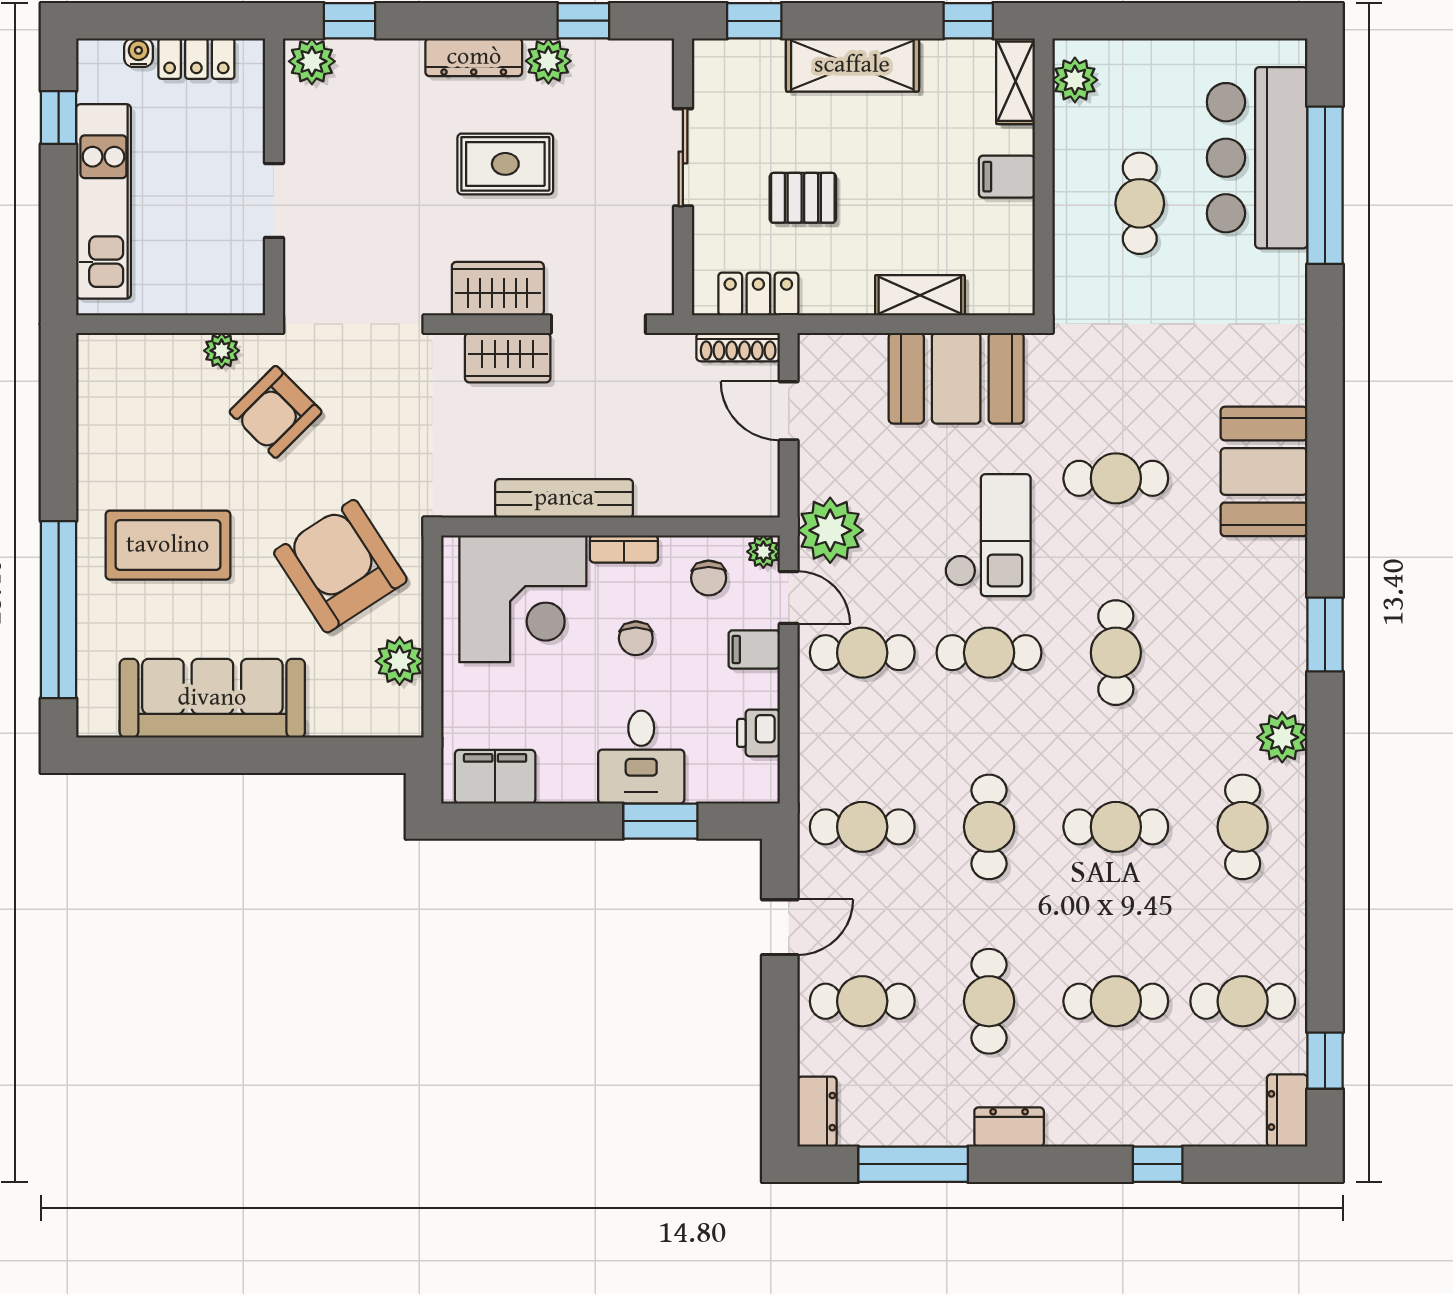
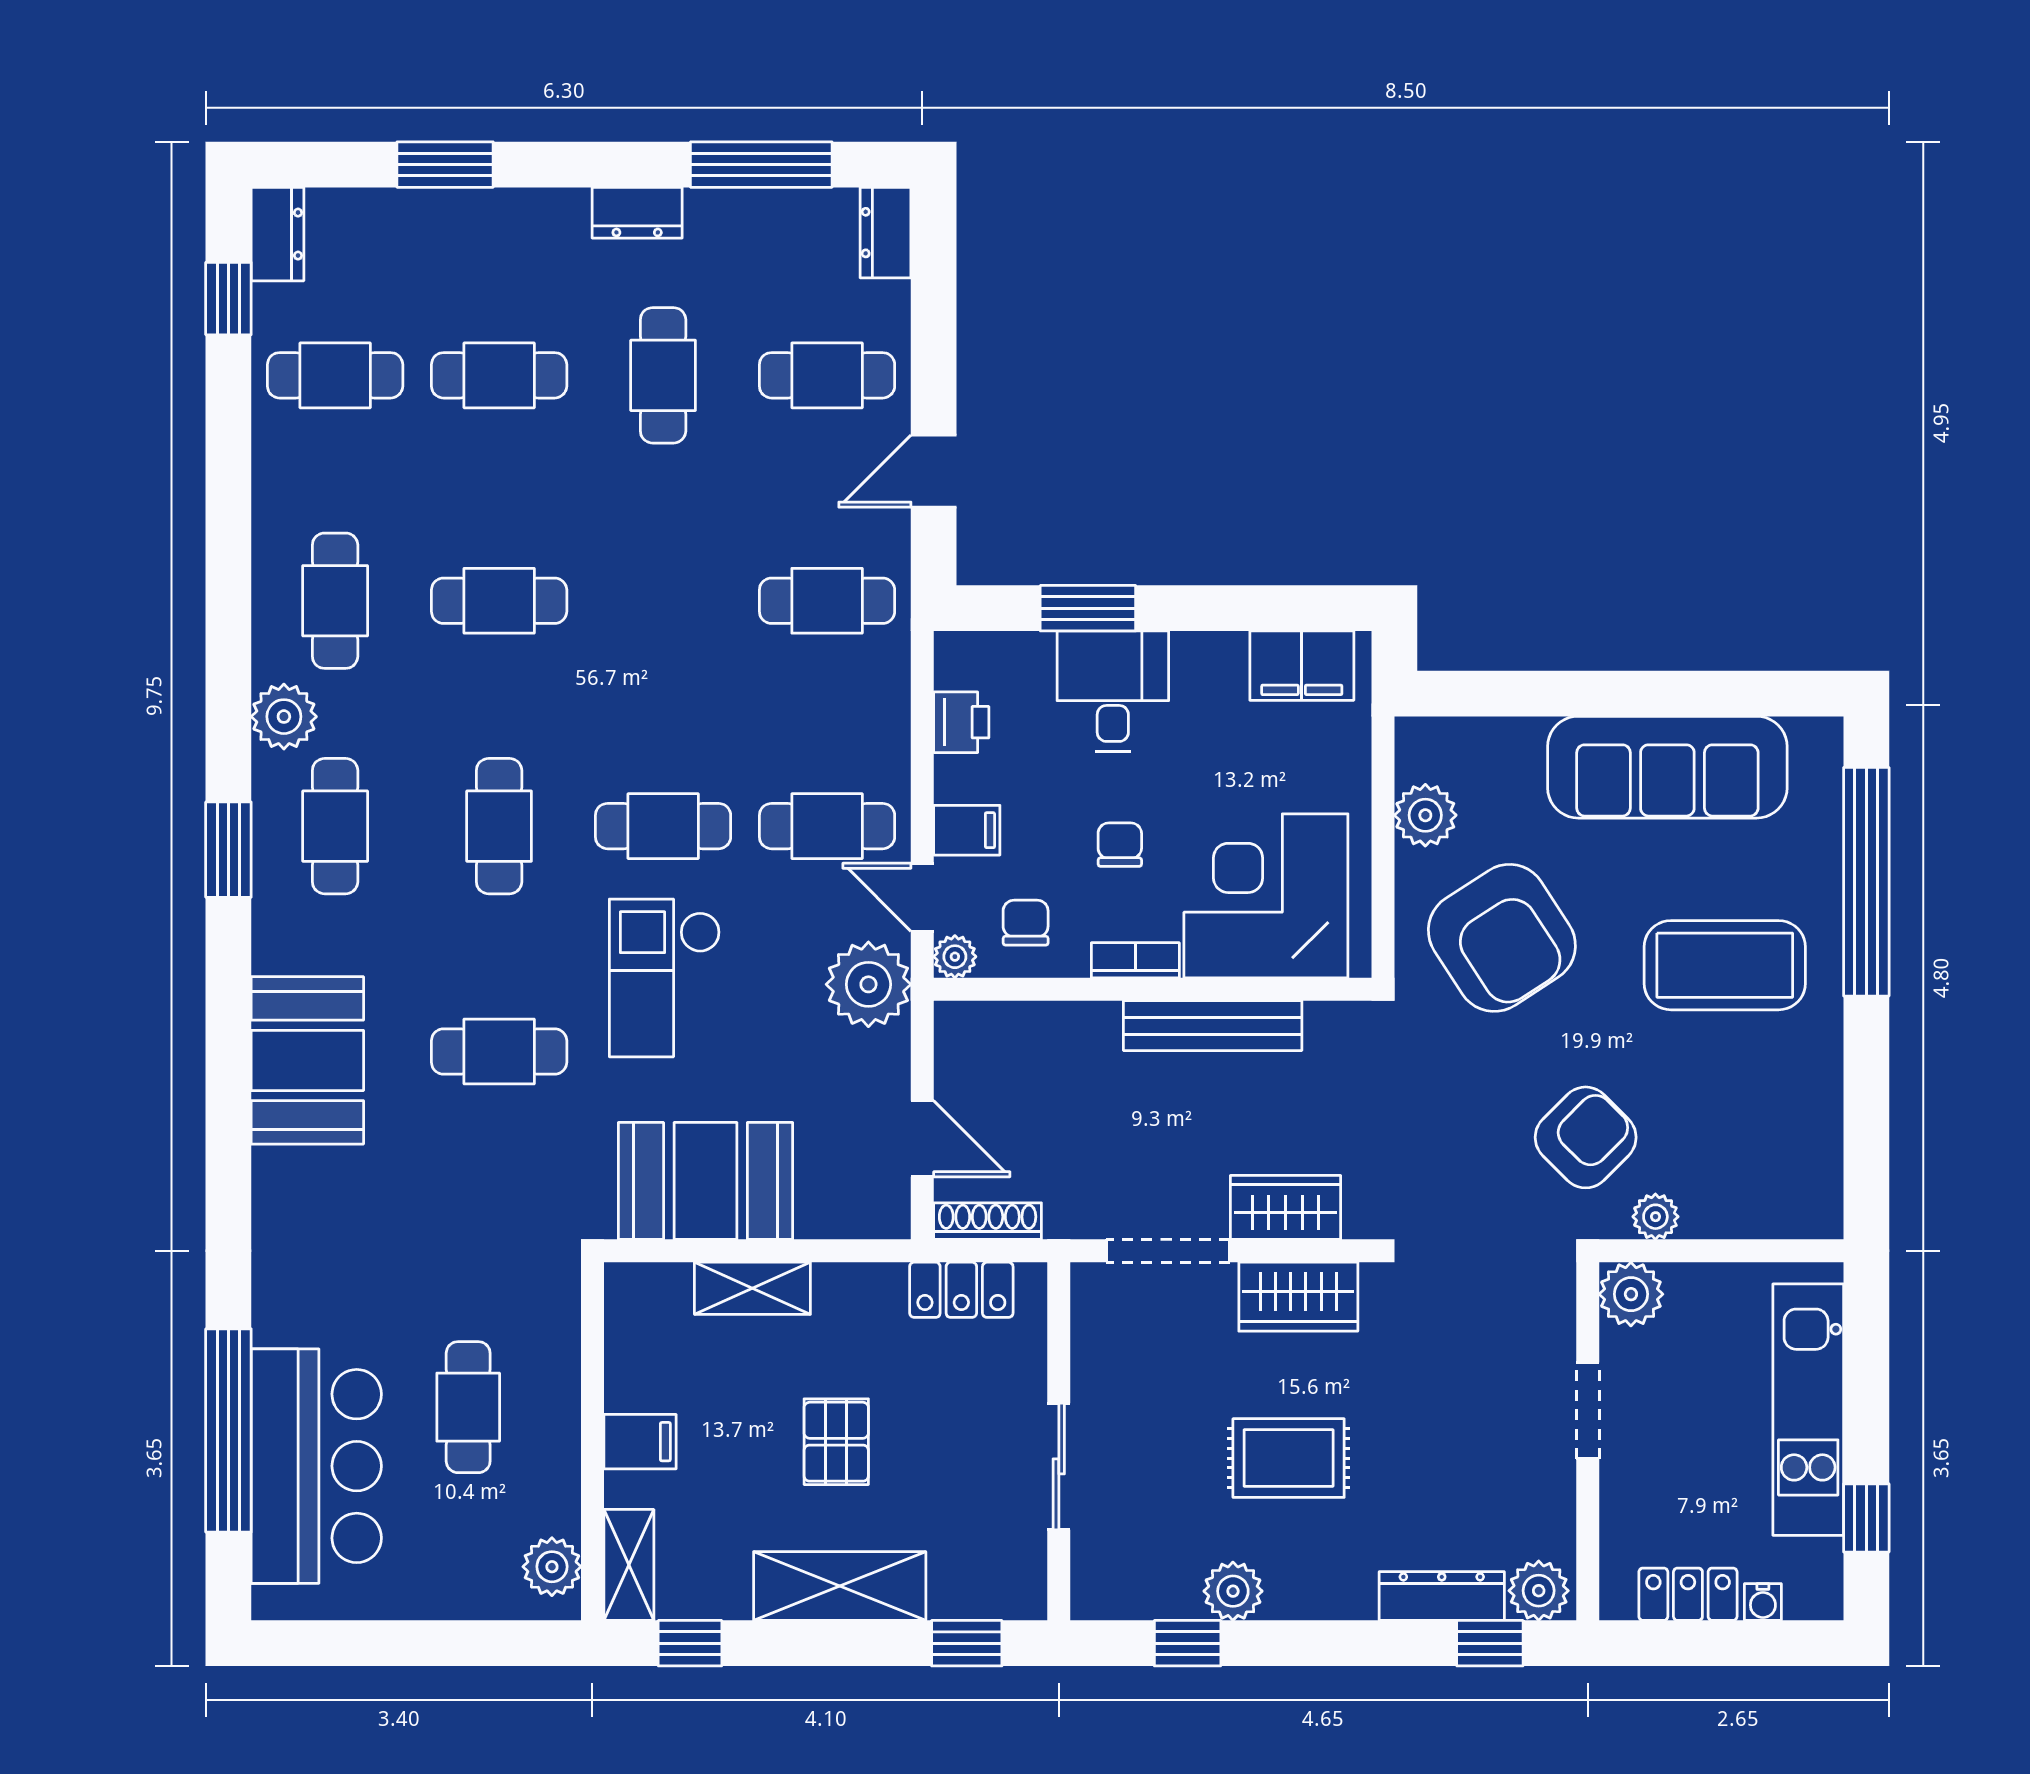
dresser: (474, 57) -> (1442, 1596), moved
pallet: (803, 198) -> (836, 1442), moved, turned 90
plant: (241, 291) -> (1631, 1294), added
cafe table: (989, 827) -> (335, 826), moved
window: (1158, 1164) -> (445, 165), width x1.50

